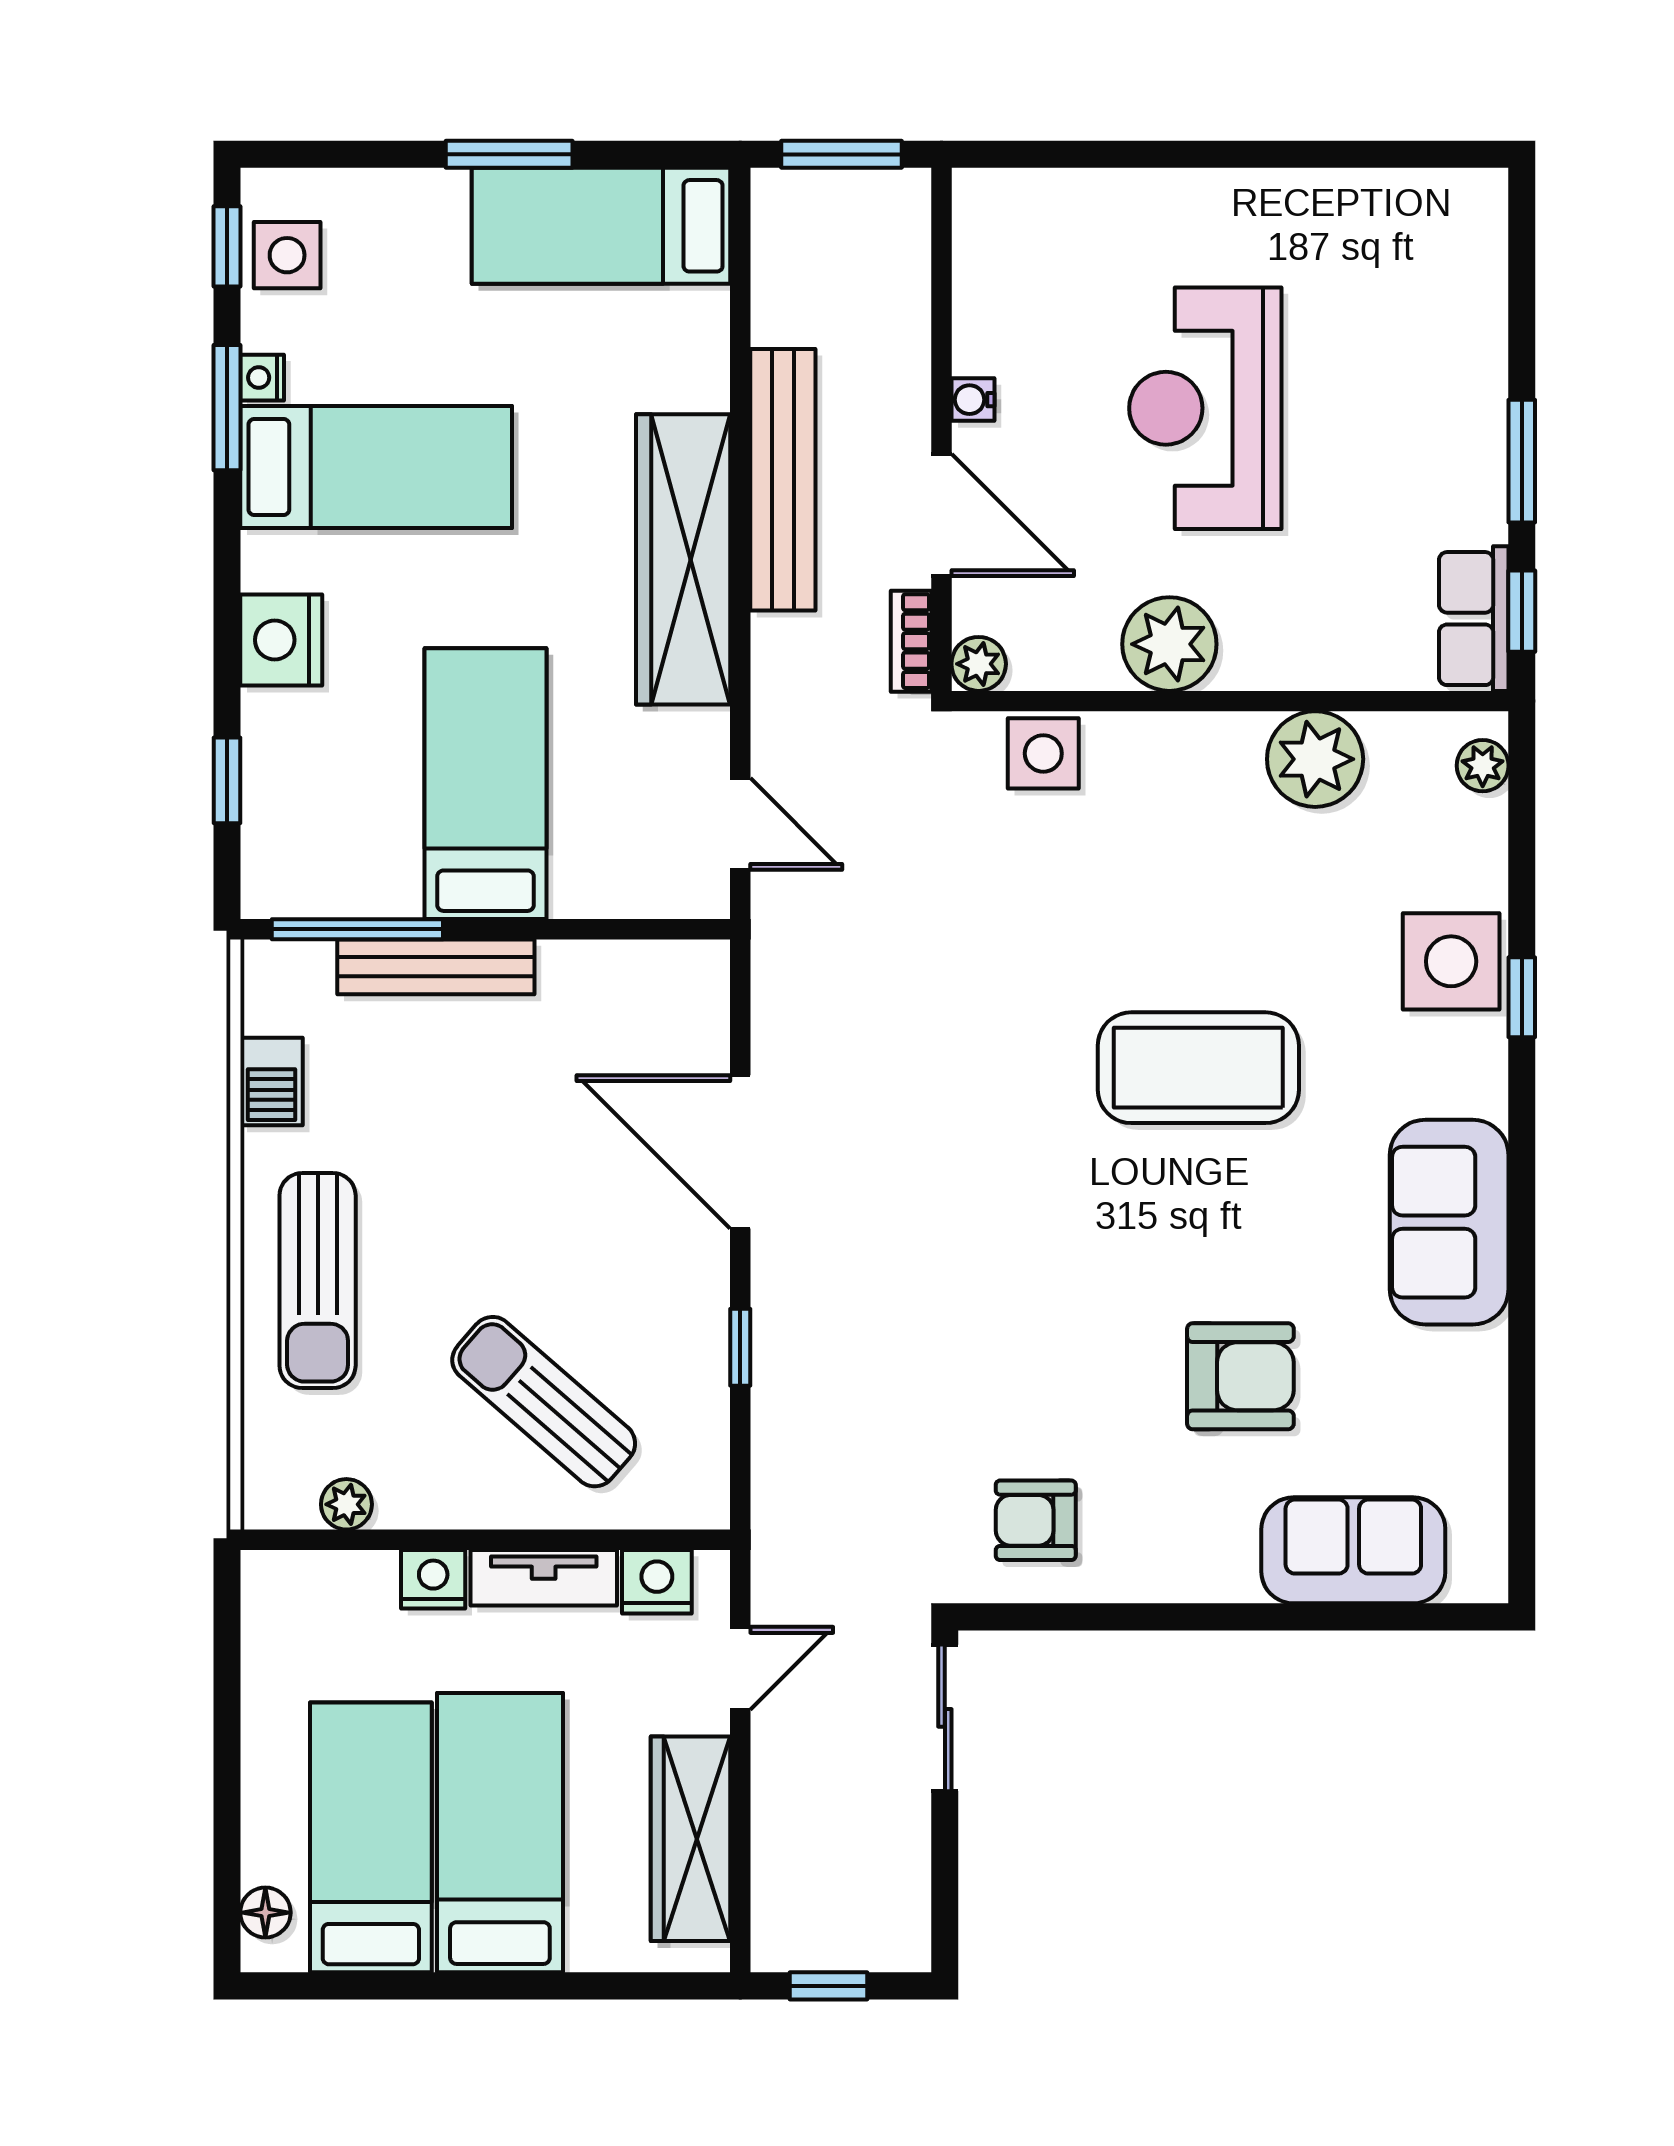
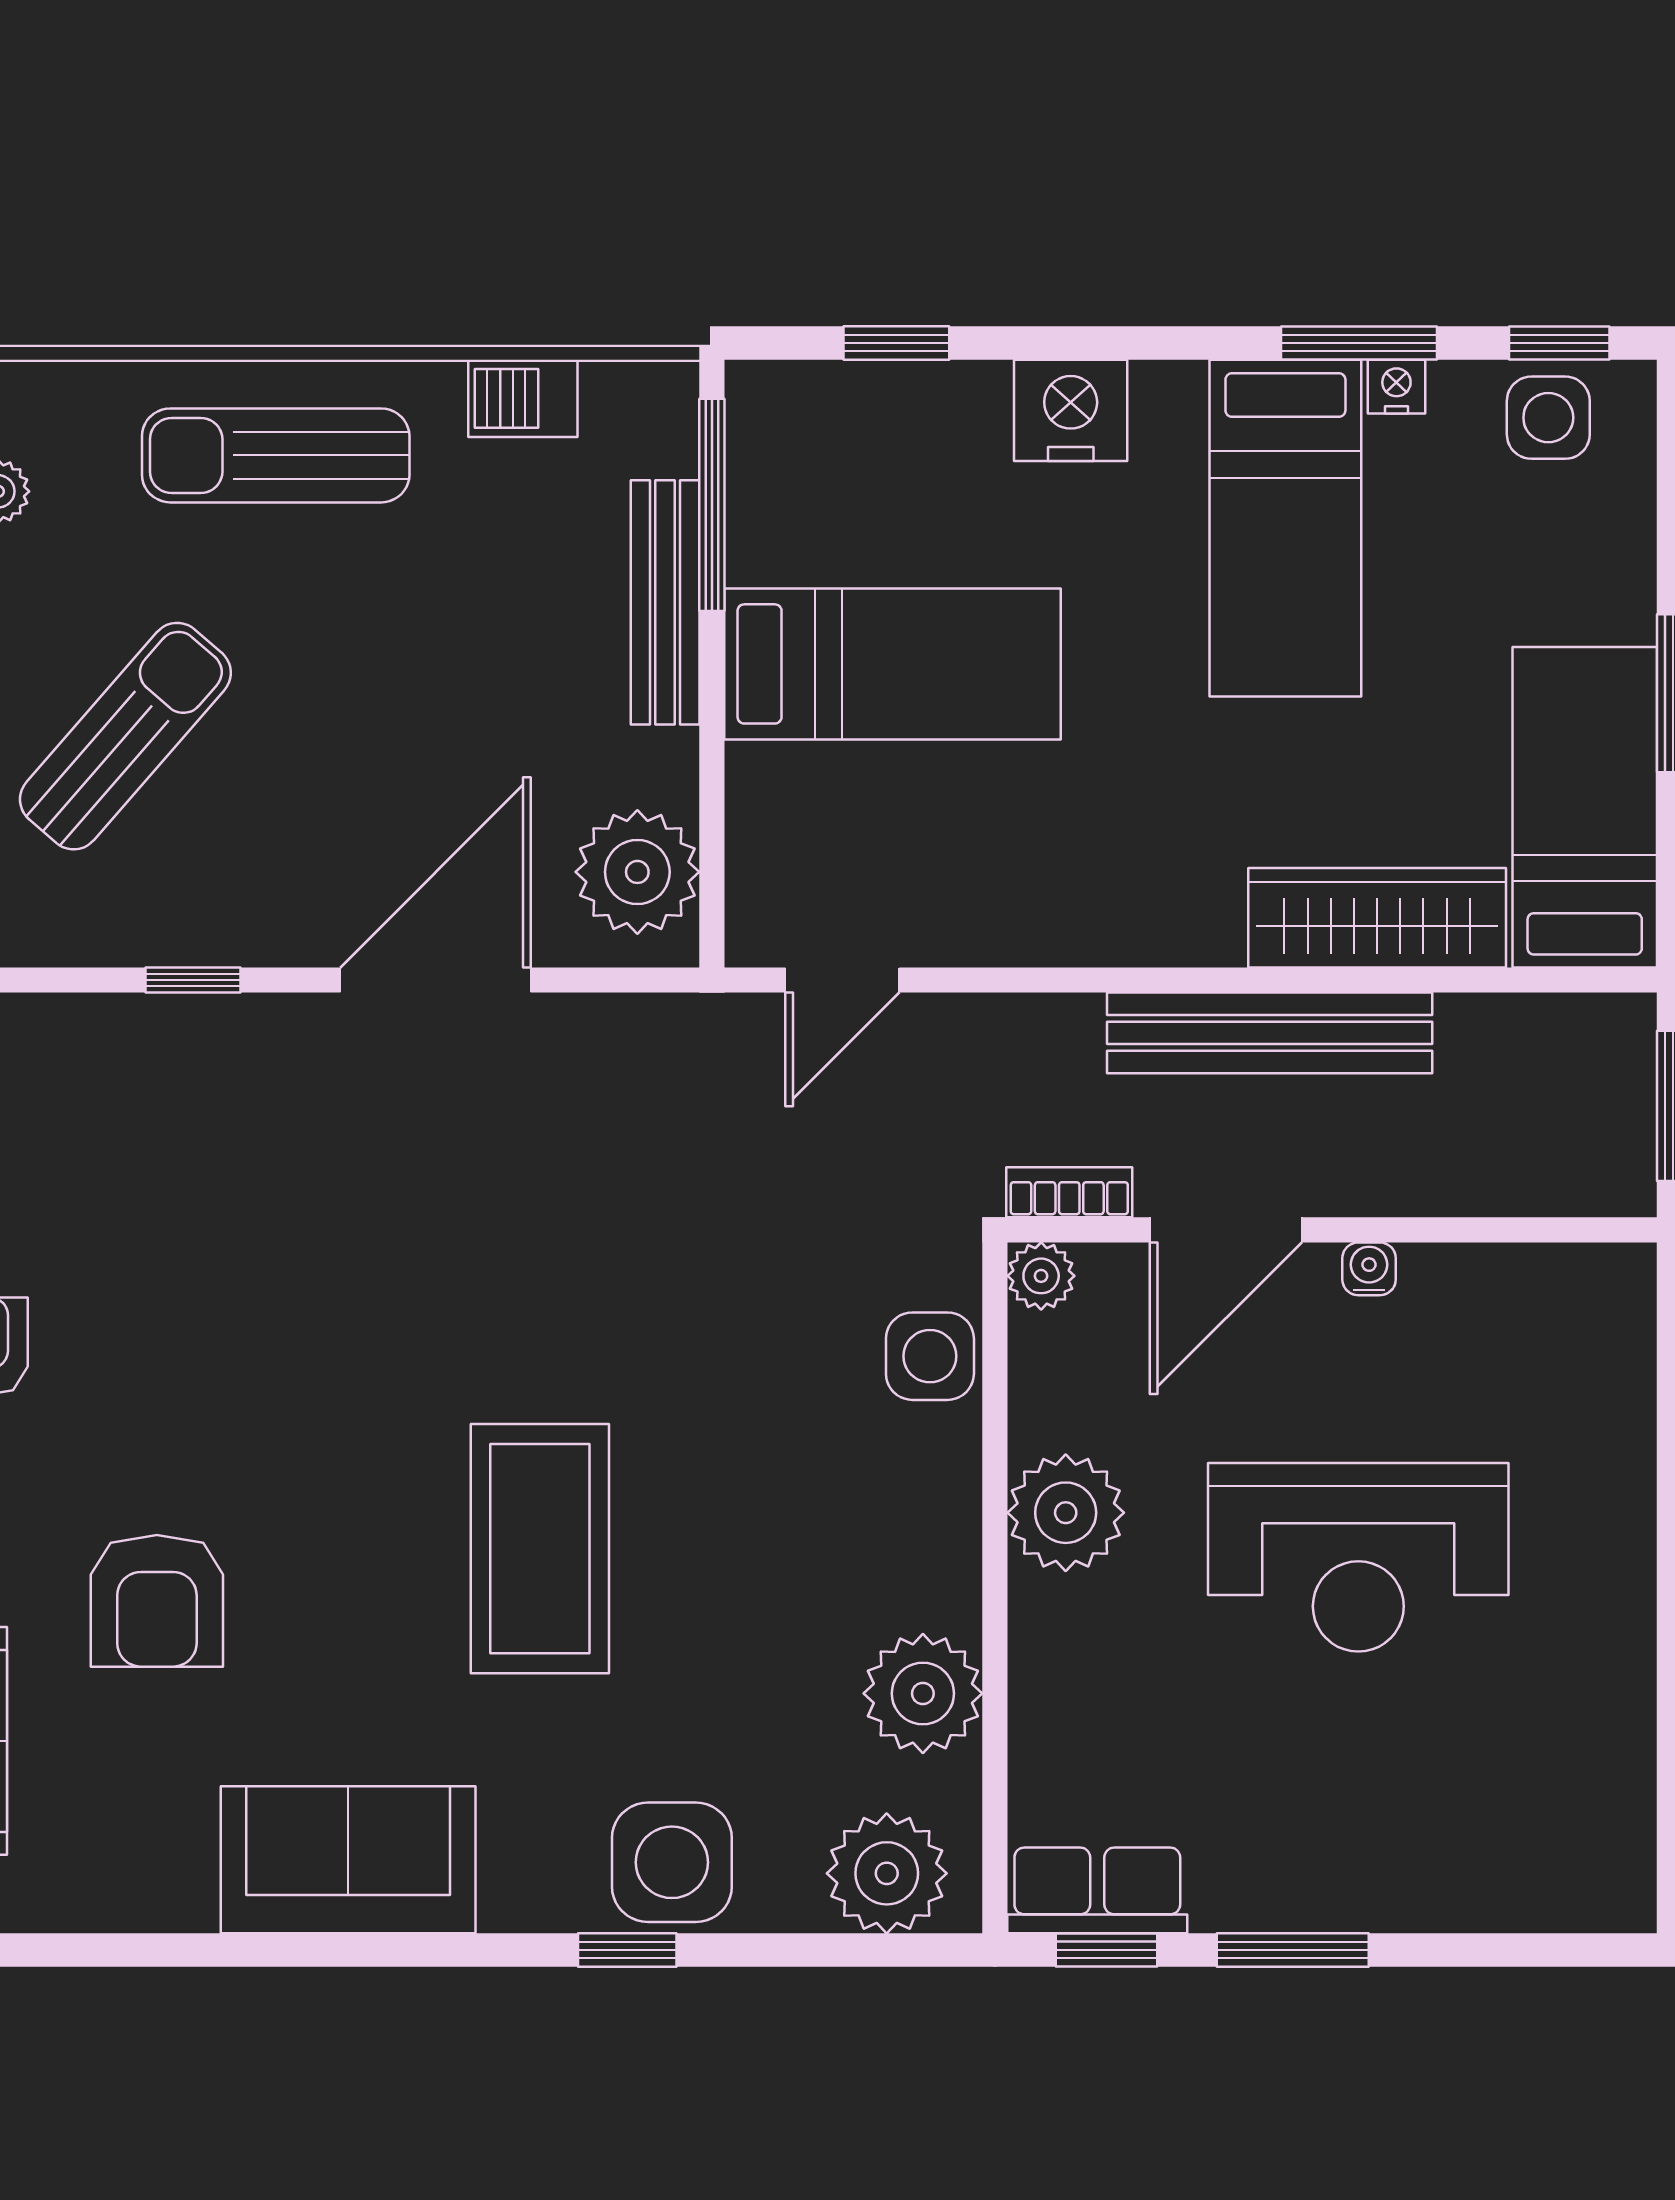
reception desk: (1205, 408) -> (1358, 1557), turned 180
wardrobe: (683, 559) -> (1377, 918), moved, width x0.71, depth x0.85
plant: (1483, 766) -> (887, 1873), width x1.88, depth x1.88
plant: (653, 989) -> (637, 872), added

